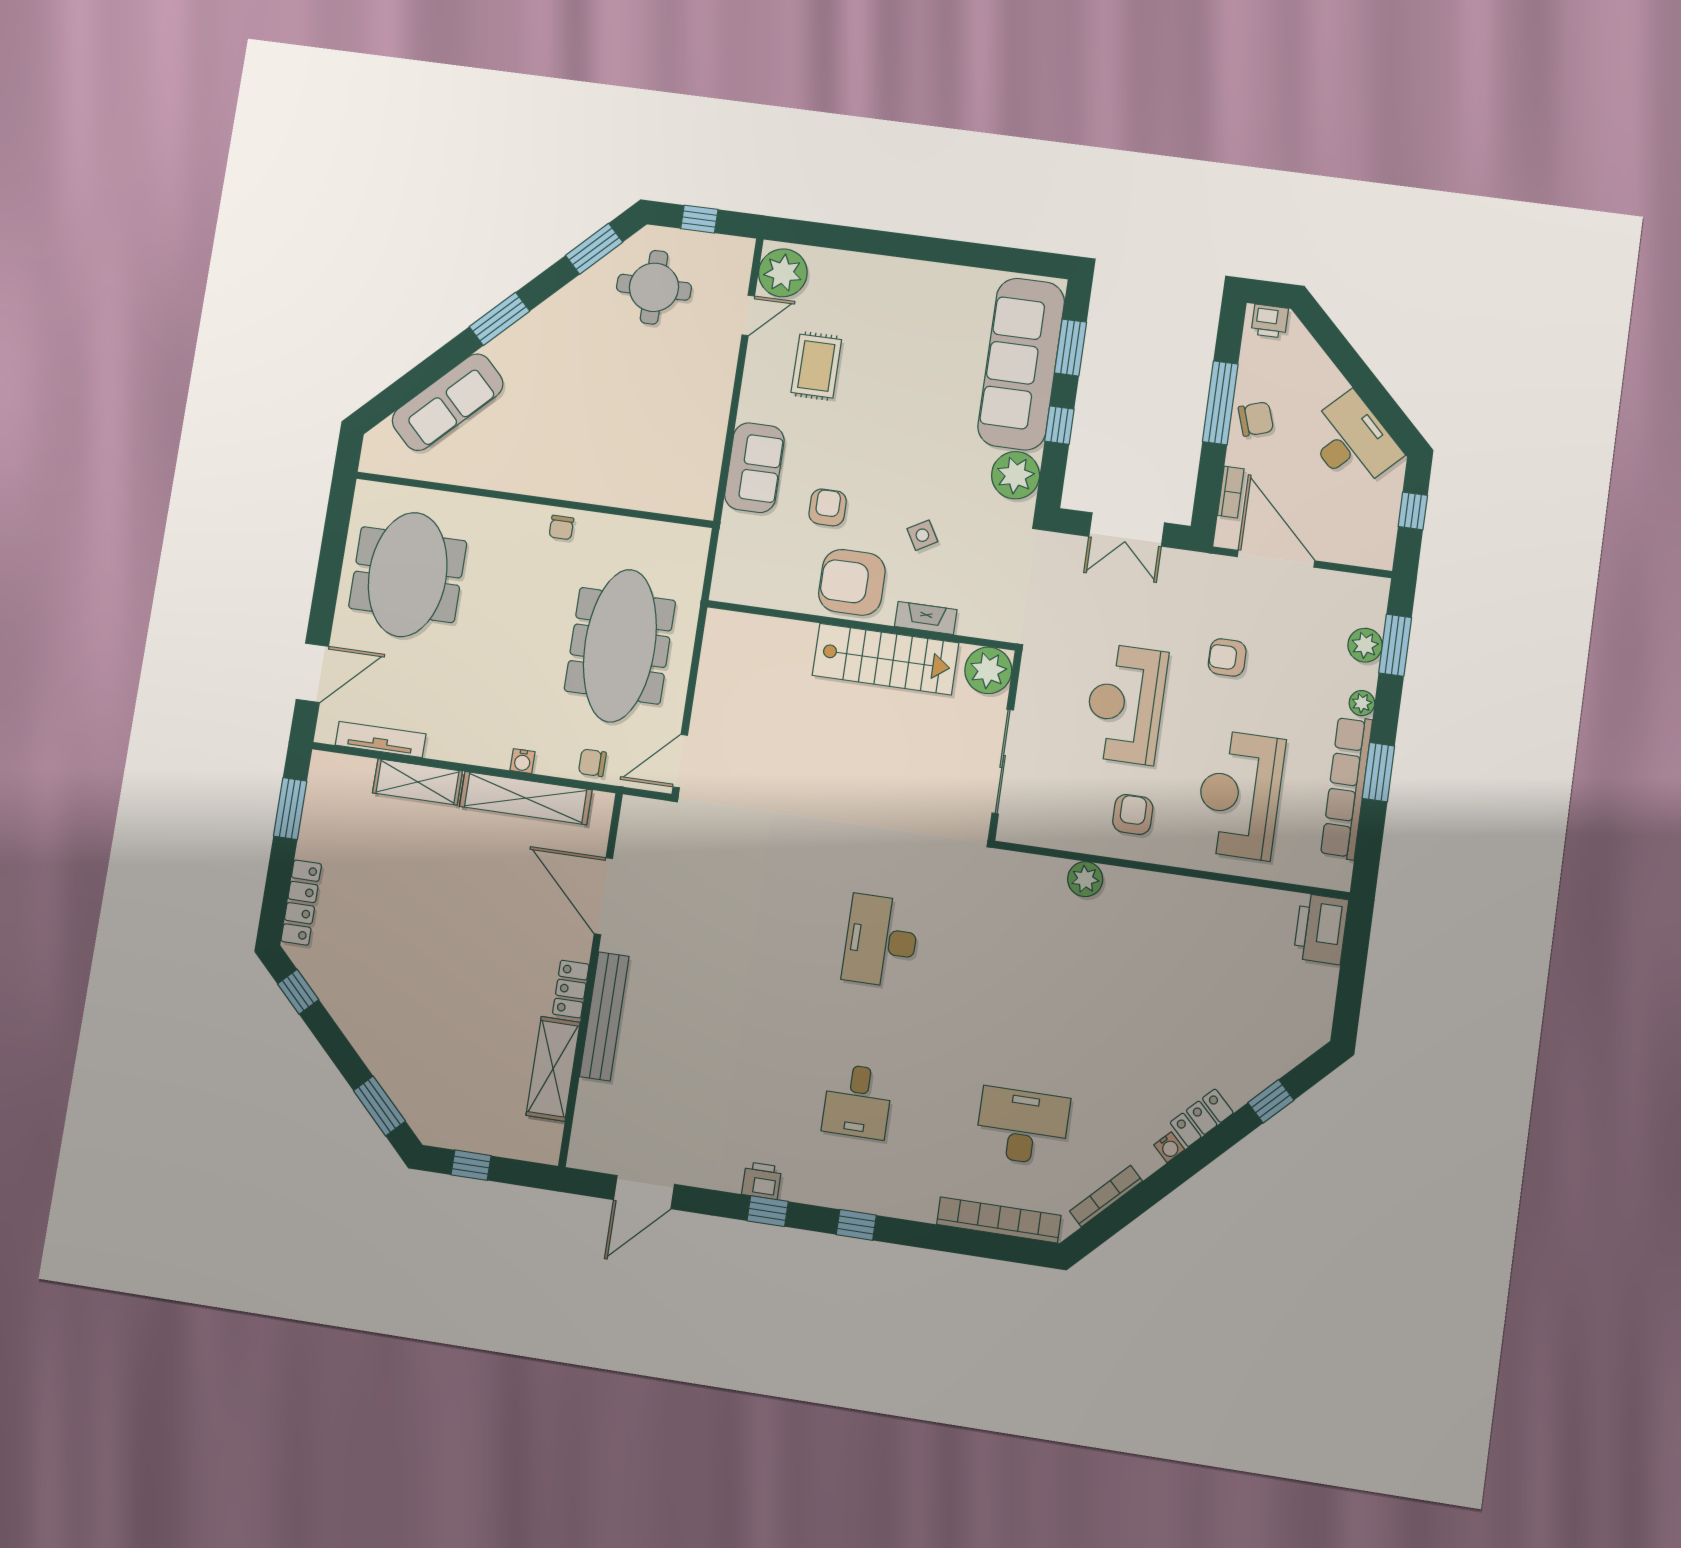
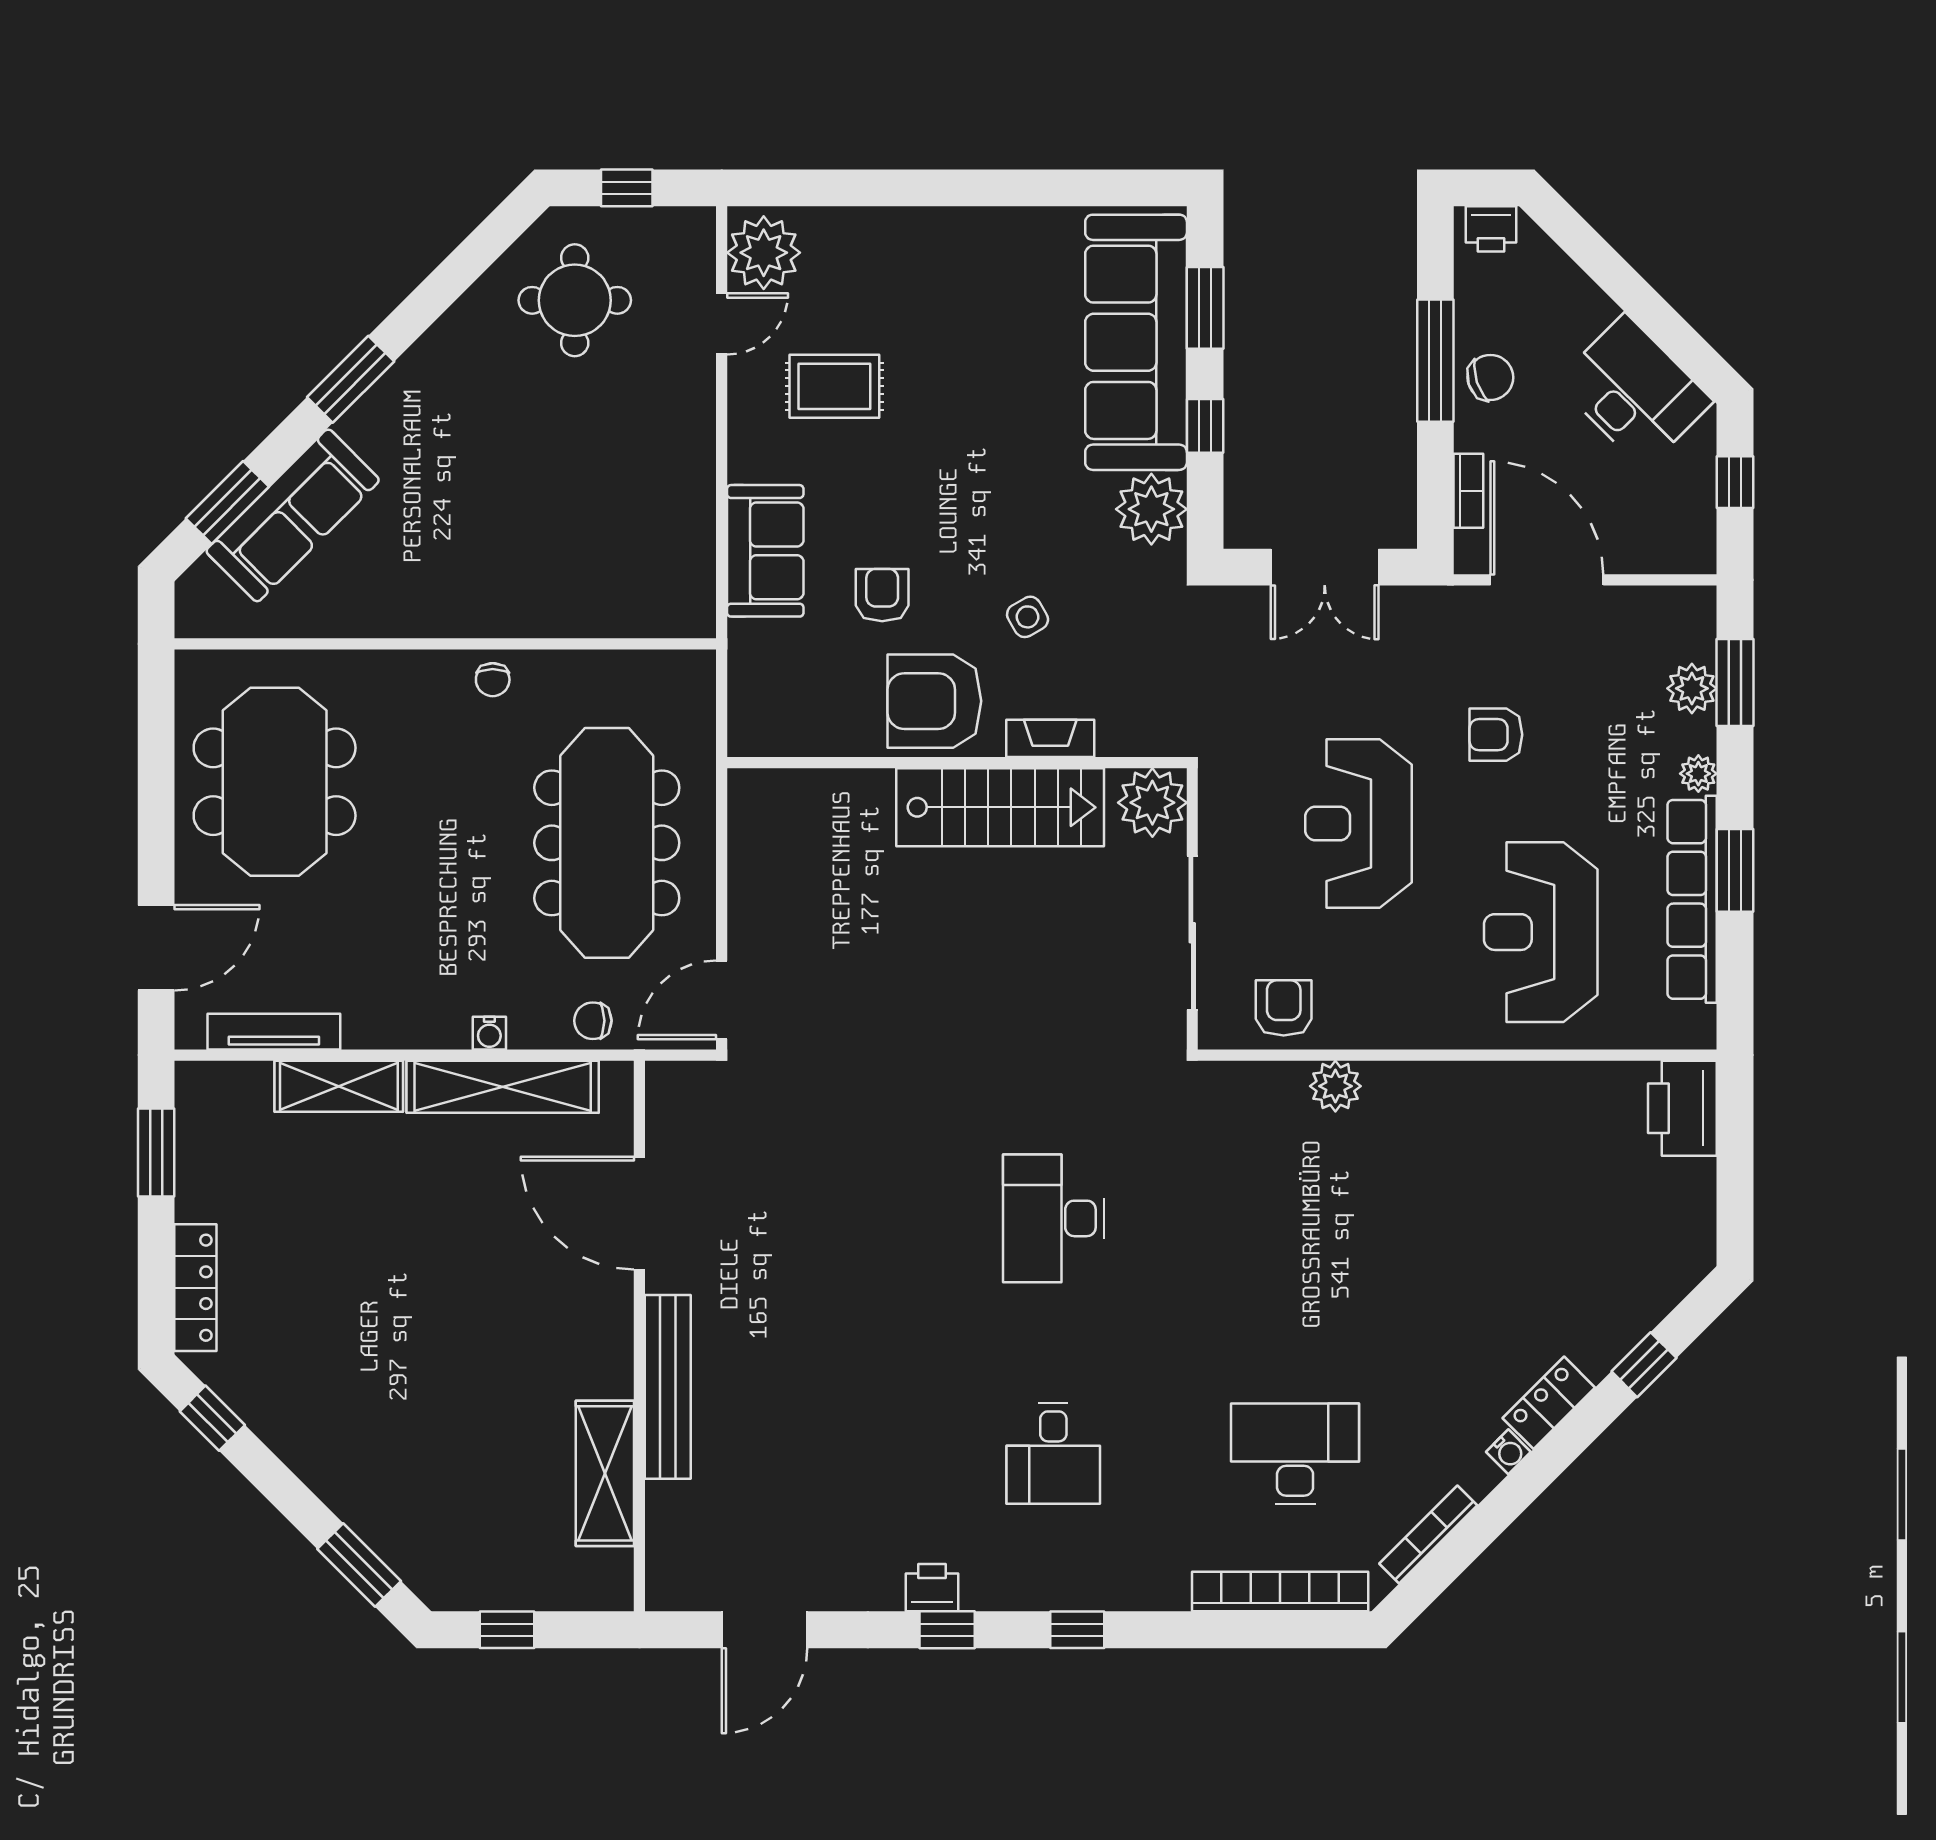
window: (594, 249) -> (227, 502), moved
rug: (816, 366) -> (834, 386), turned 90
armchair: (1133, 814) -> (1284, 1008), moved
locker: (571, 989) -> (613, 1355), removed

